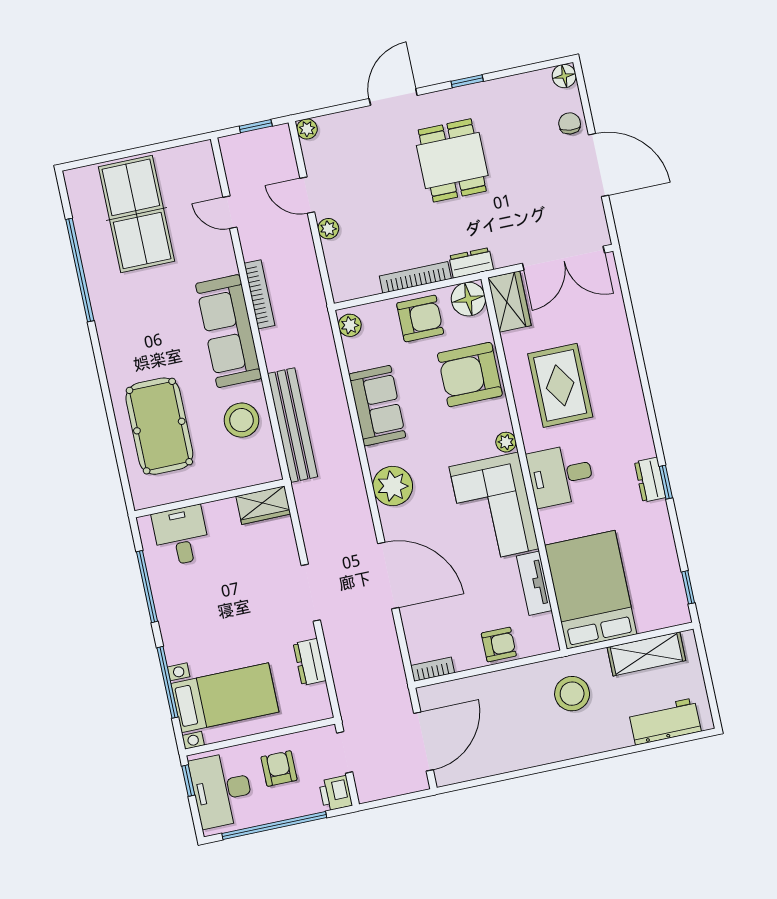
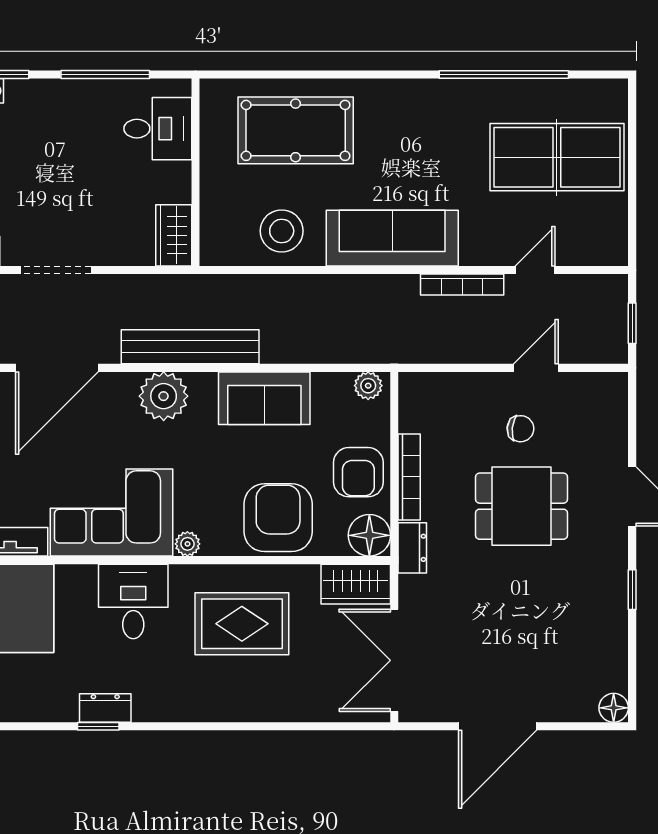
chair: (570, 123) -> (520, 429), moved
plant: (307, 129) -> (616, 384), removed
dining table: (452, 160) -> (521, 506), moved
plant: (328, 229) -> (490, 384), removed
bookcase: (259, 294) -> (462, 285), moved
bench: (293, 425) -> (190, 347), moved

